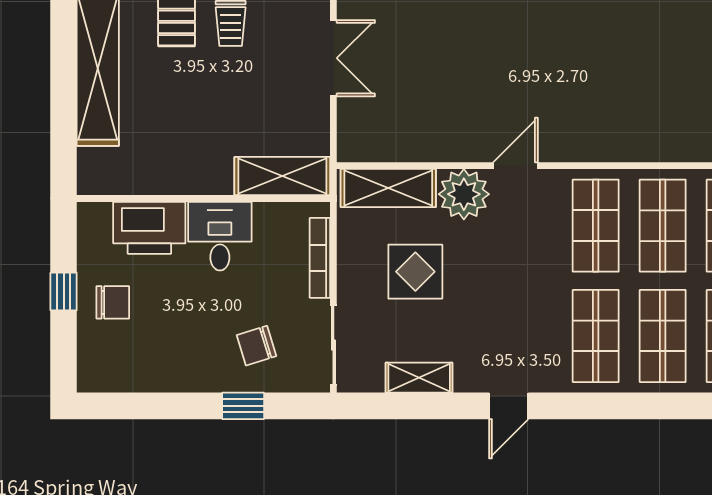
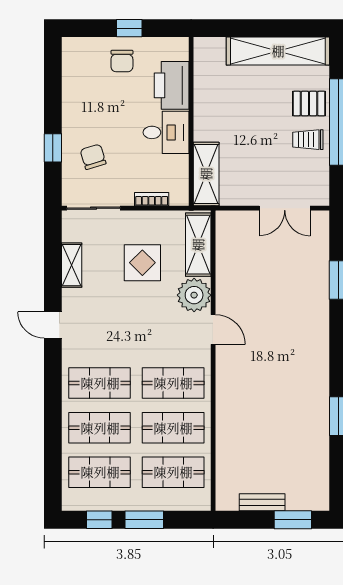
bookcase: (320, 258) -> (152, 199), width x0.64

